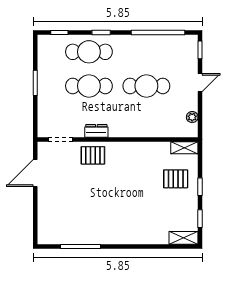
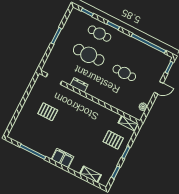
cafe table: (89, 52) -> (99, 34), width x0.73, depth x0.74
cafe table: (146, 86) -> (124, 73), width x0.73, depth x0.74
pallet: (93, 155) -> (48, 112), moved
door: (35, 173) -> (28, 92), removed
filing cabinet: (123, 235) -> (63, 158), added
shelving: (184, 238) -> (90, 174), moved

